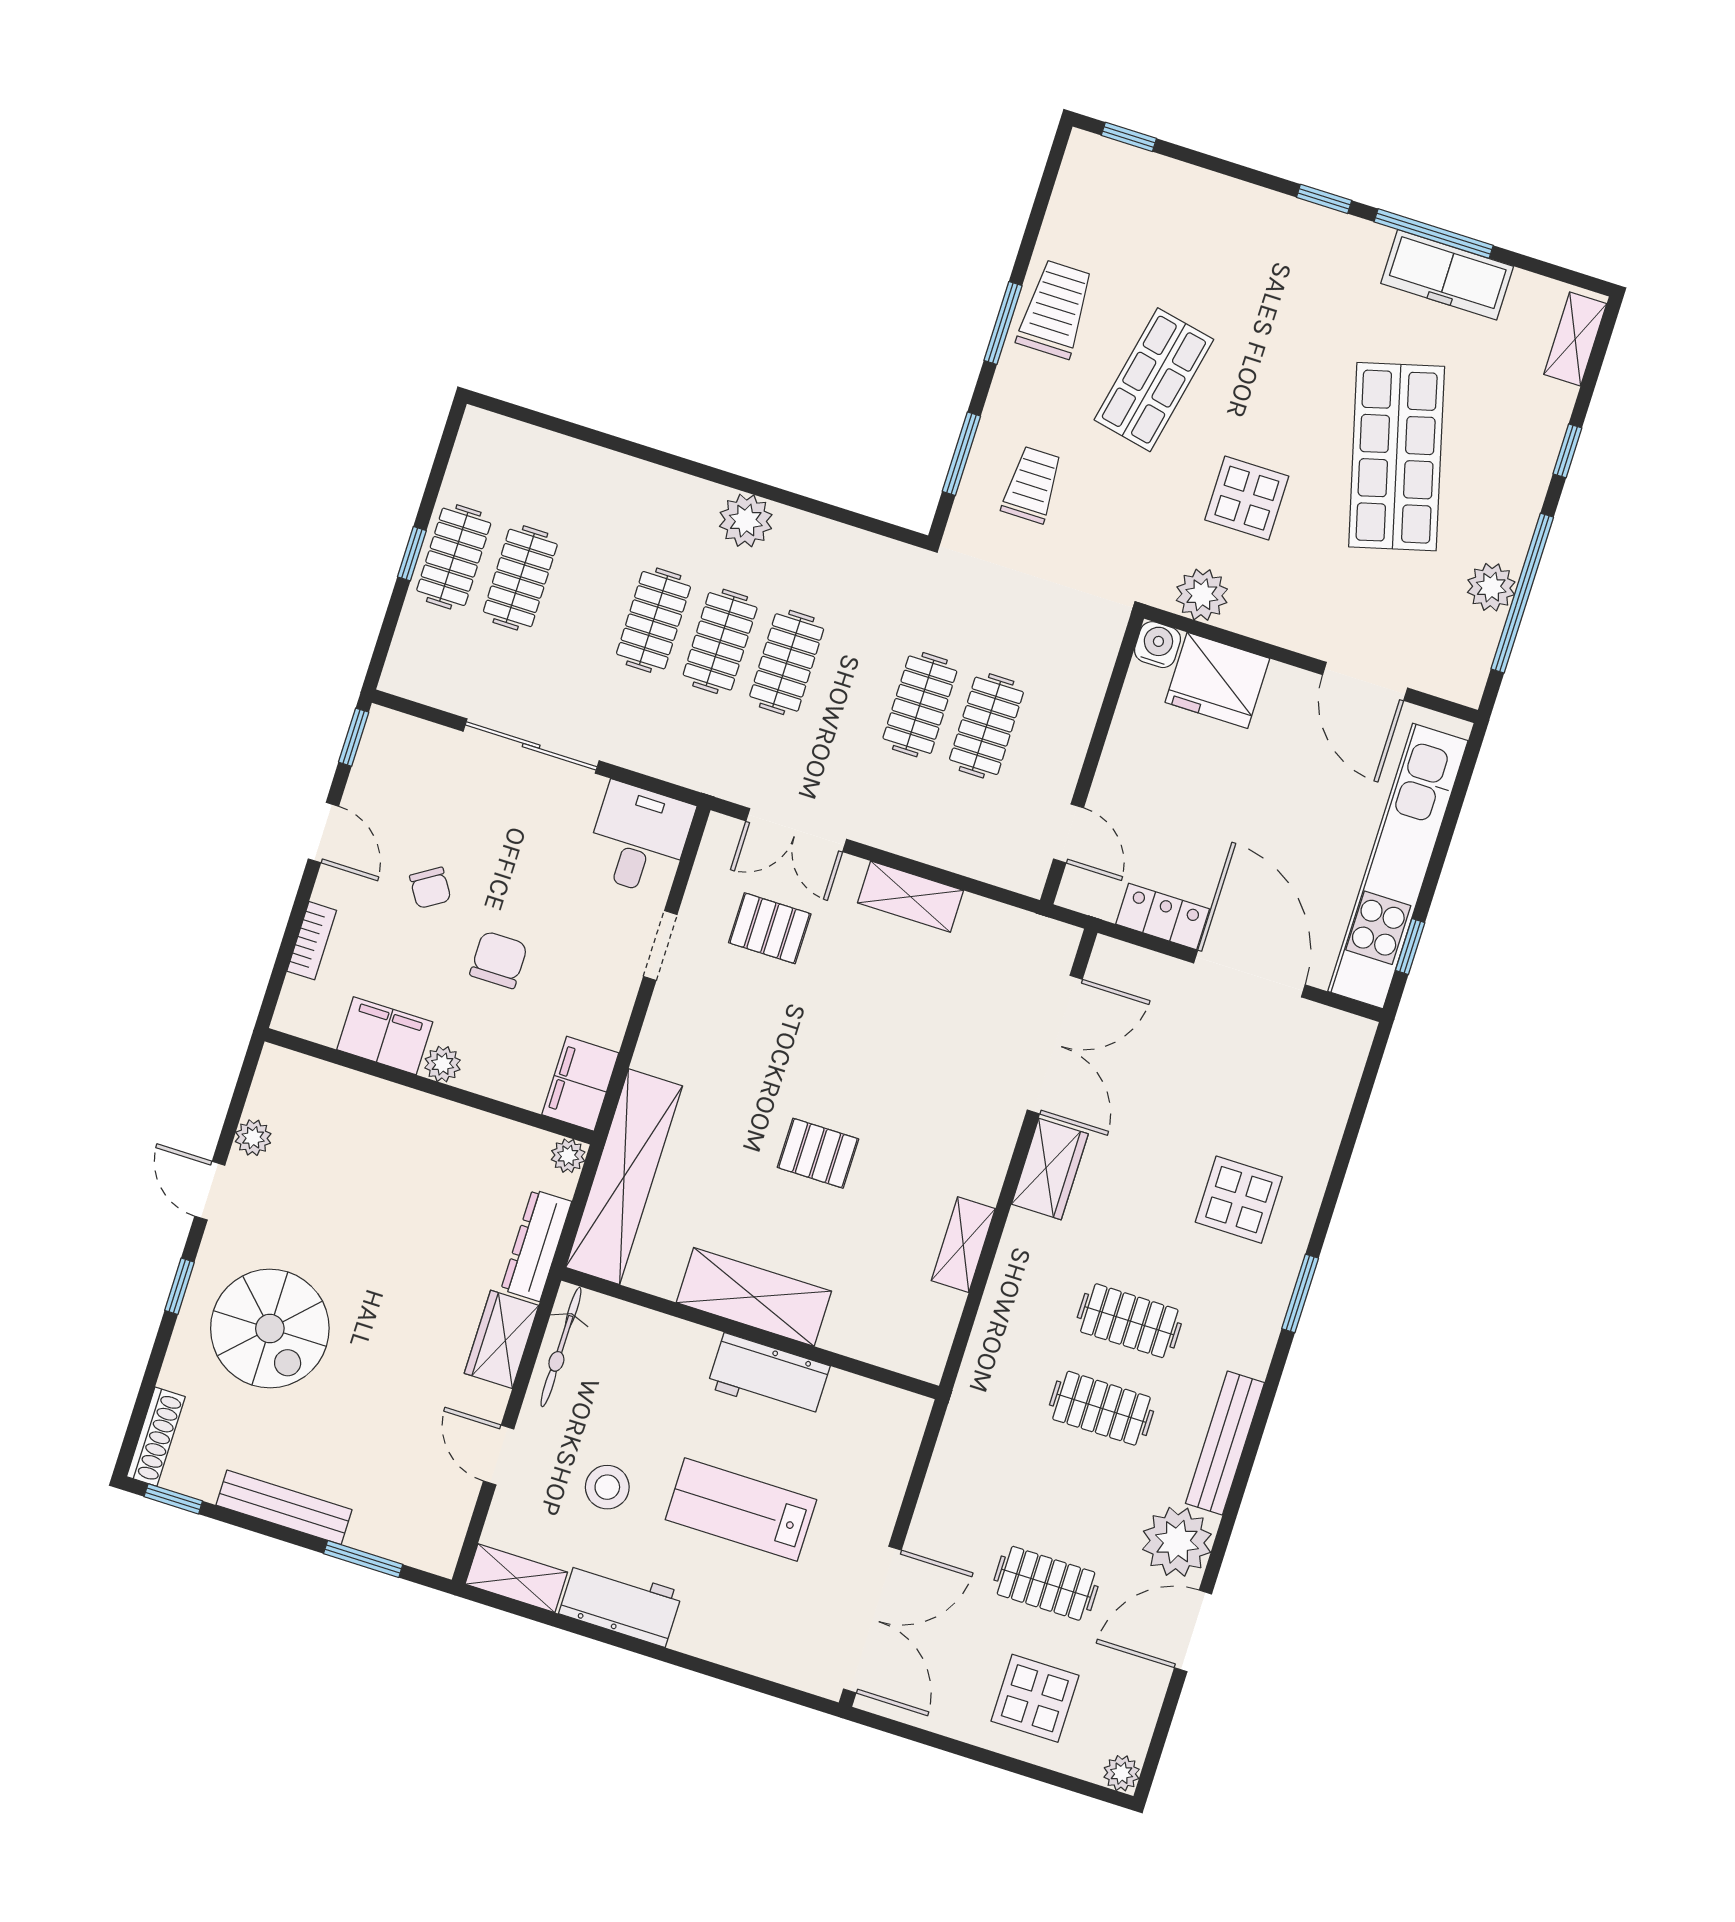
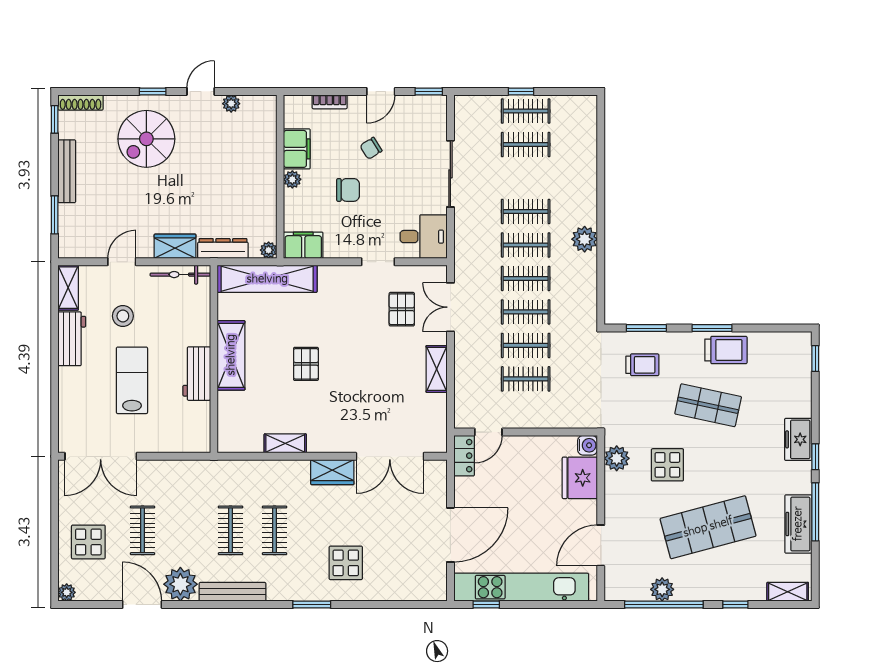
freezer: (1279, 222) -> (798, 439), added
clothes rail: (853, 684) -> (526, 312), added
locker: (1163, 916) -> (464, 456), moved

